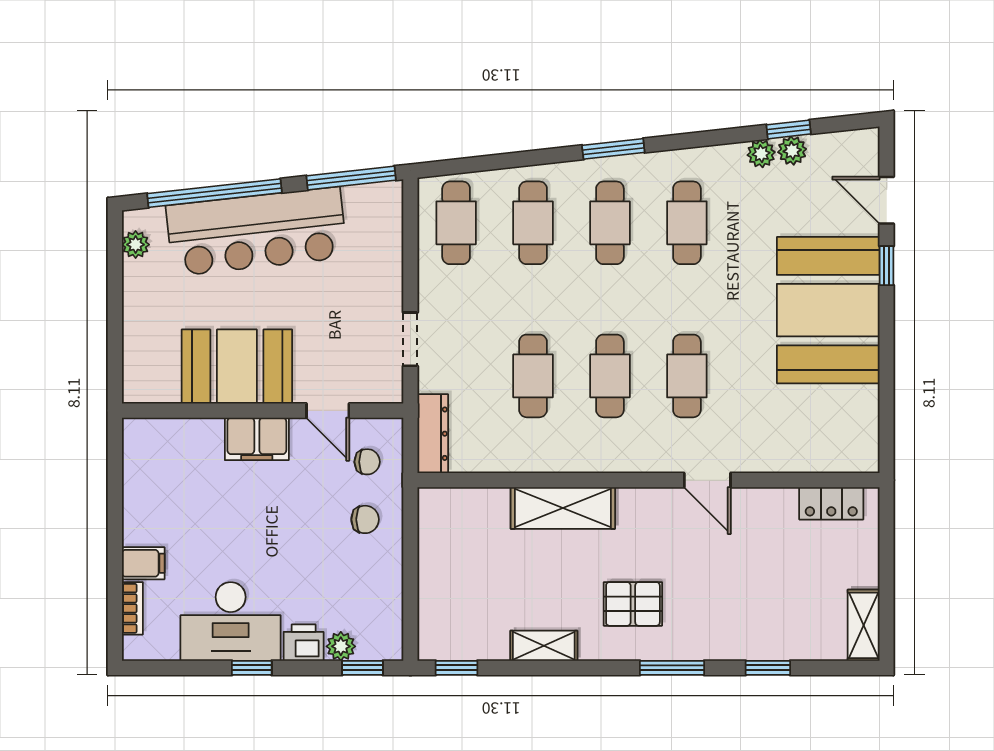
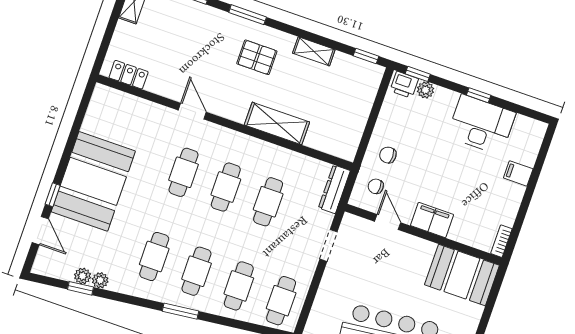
booth: (237, 367) -> (462, 275), moved
bookcase: (132, 608) -> (501, 241), moved
printer: (304, 643) -> (404, 85), moved

